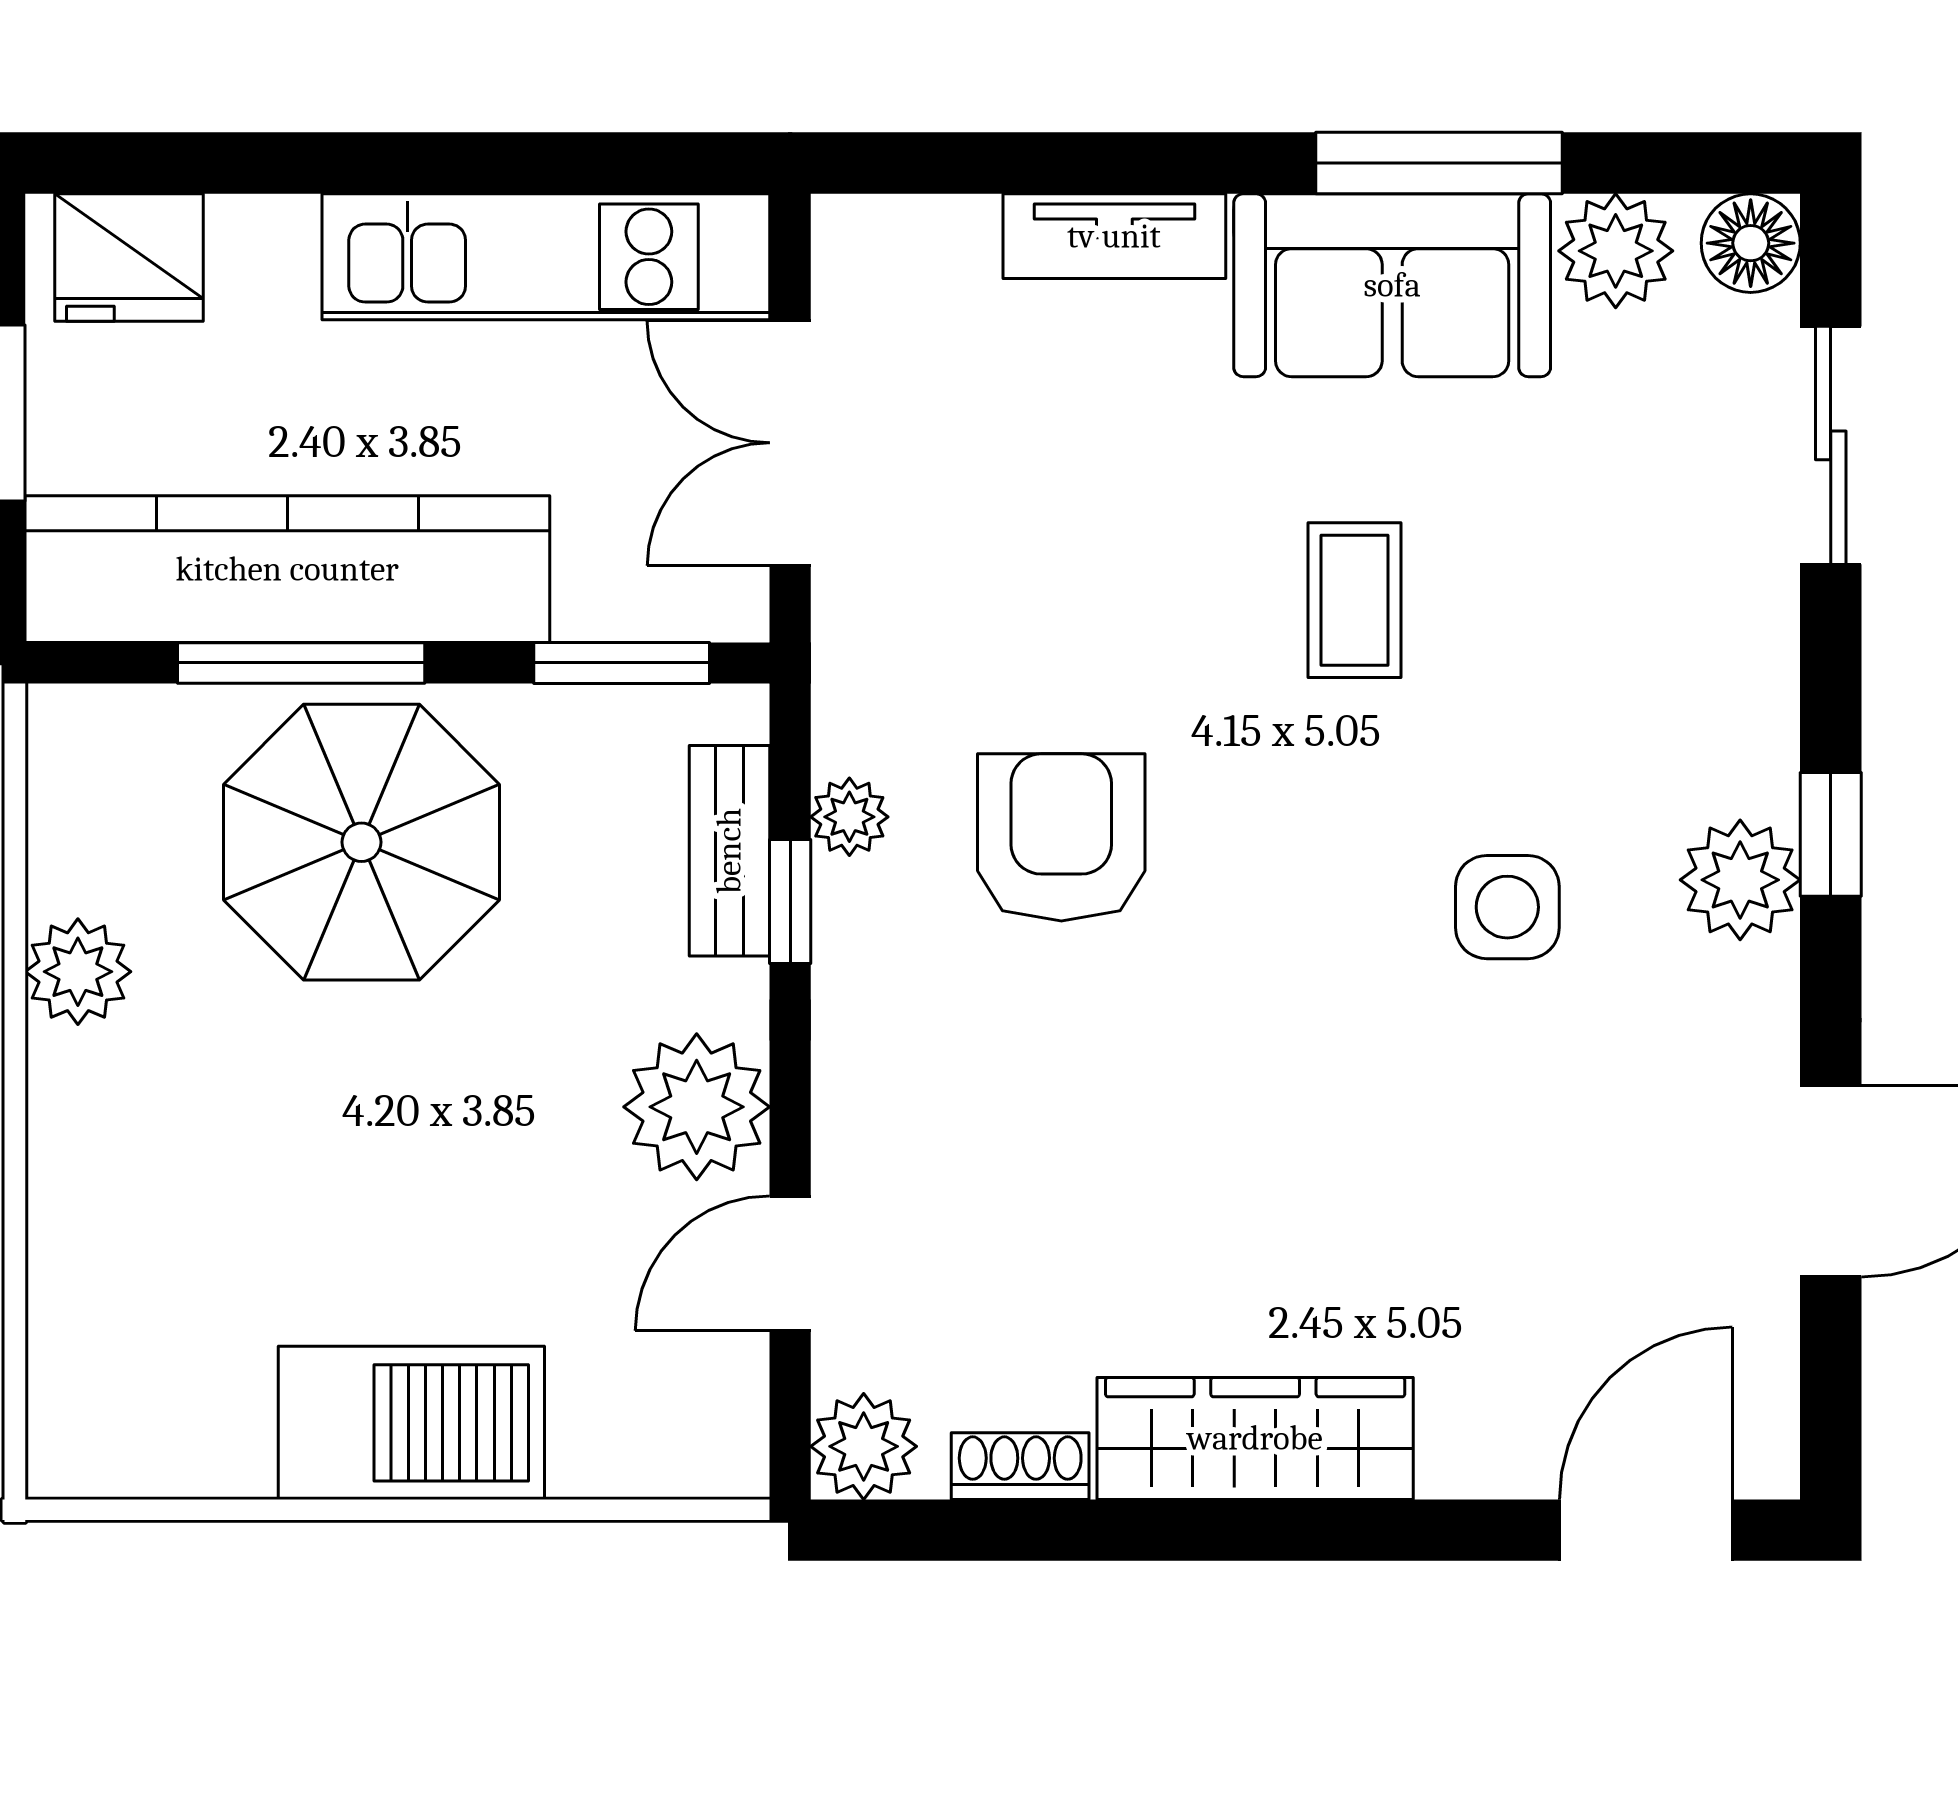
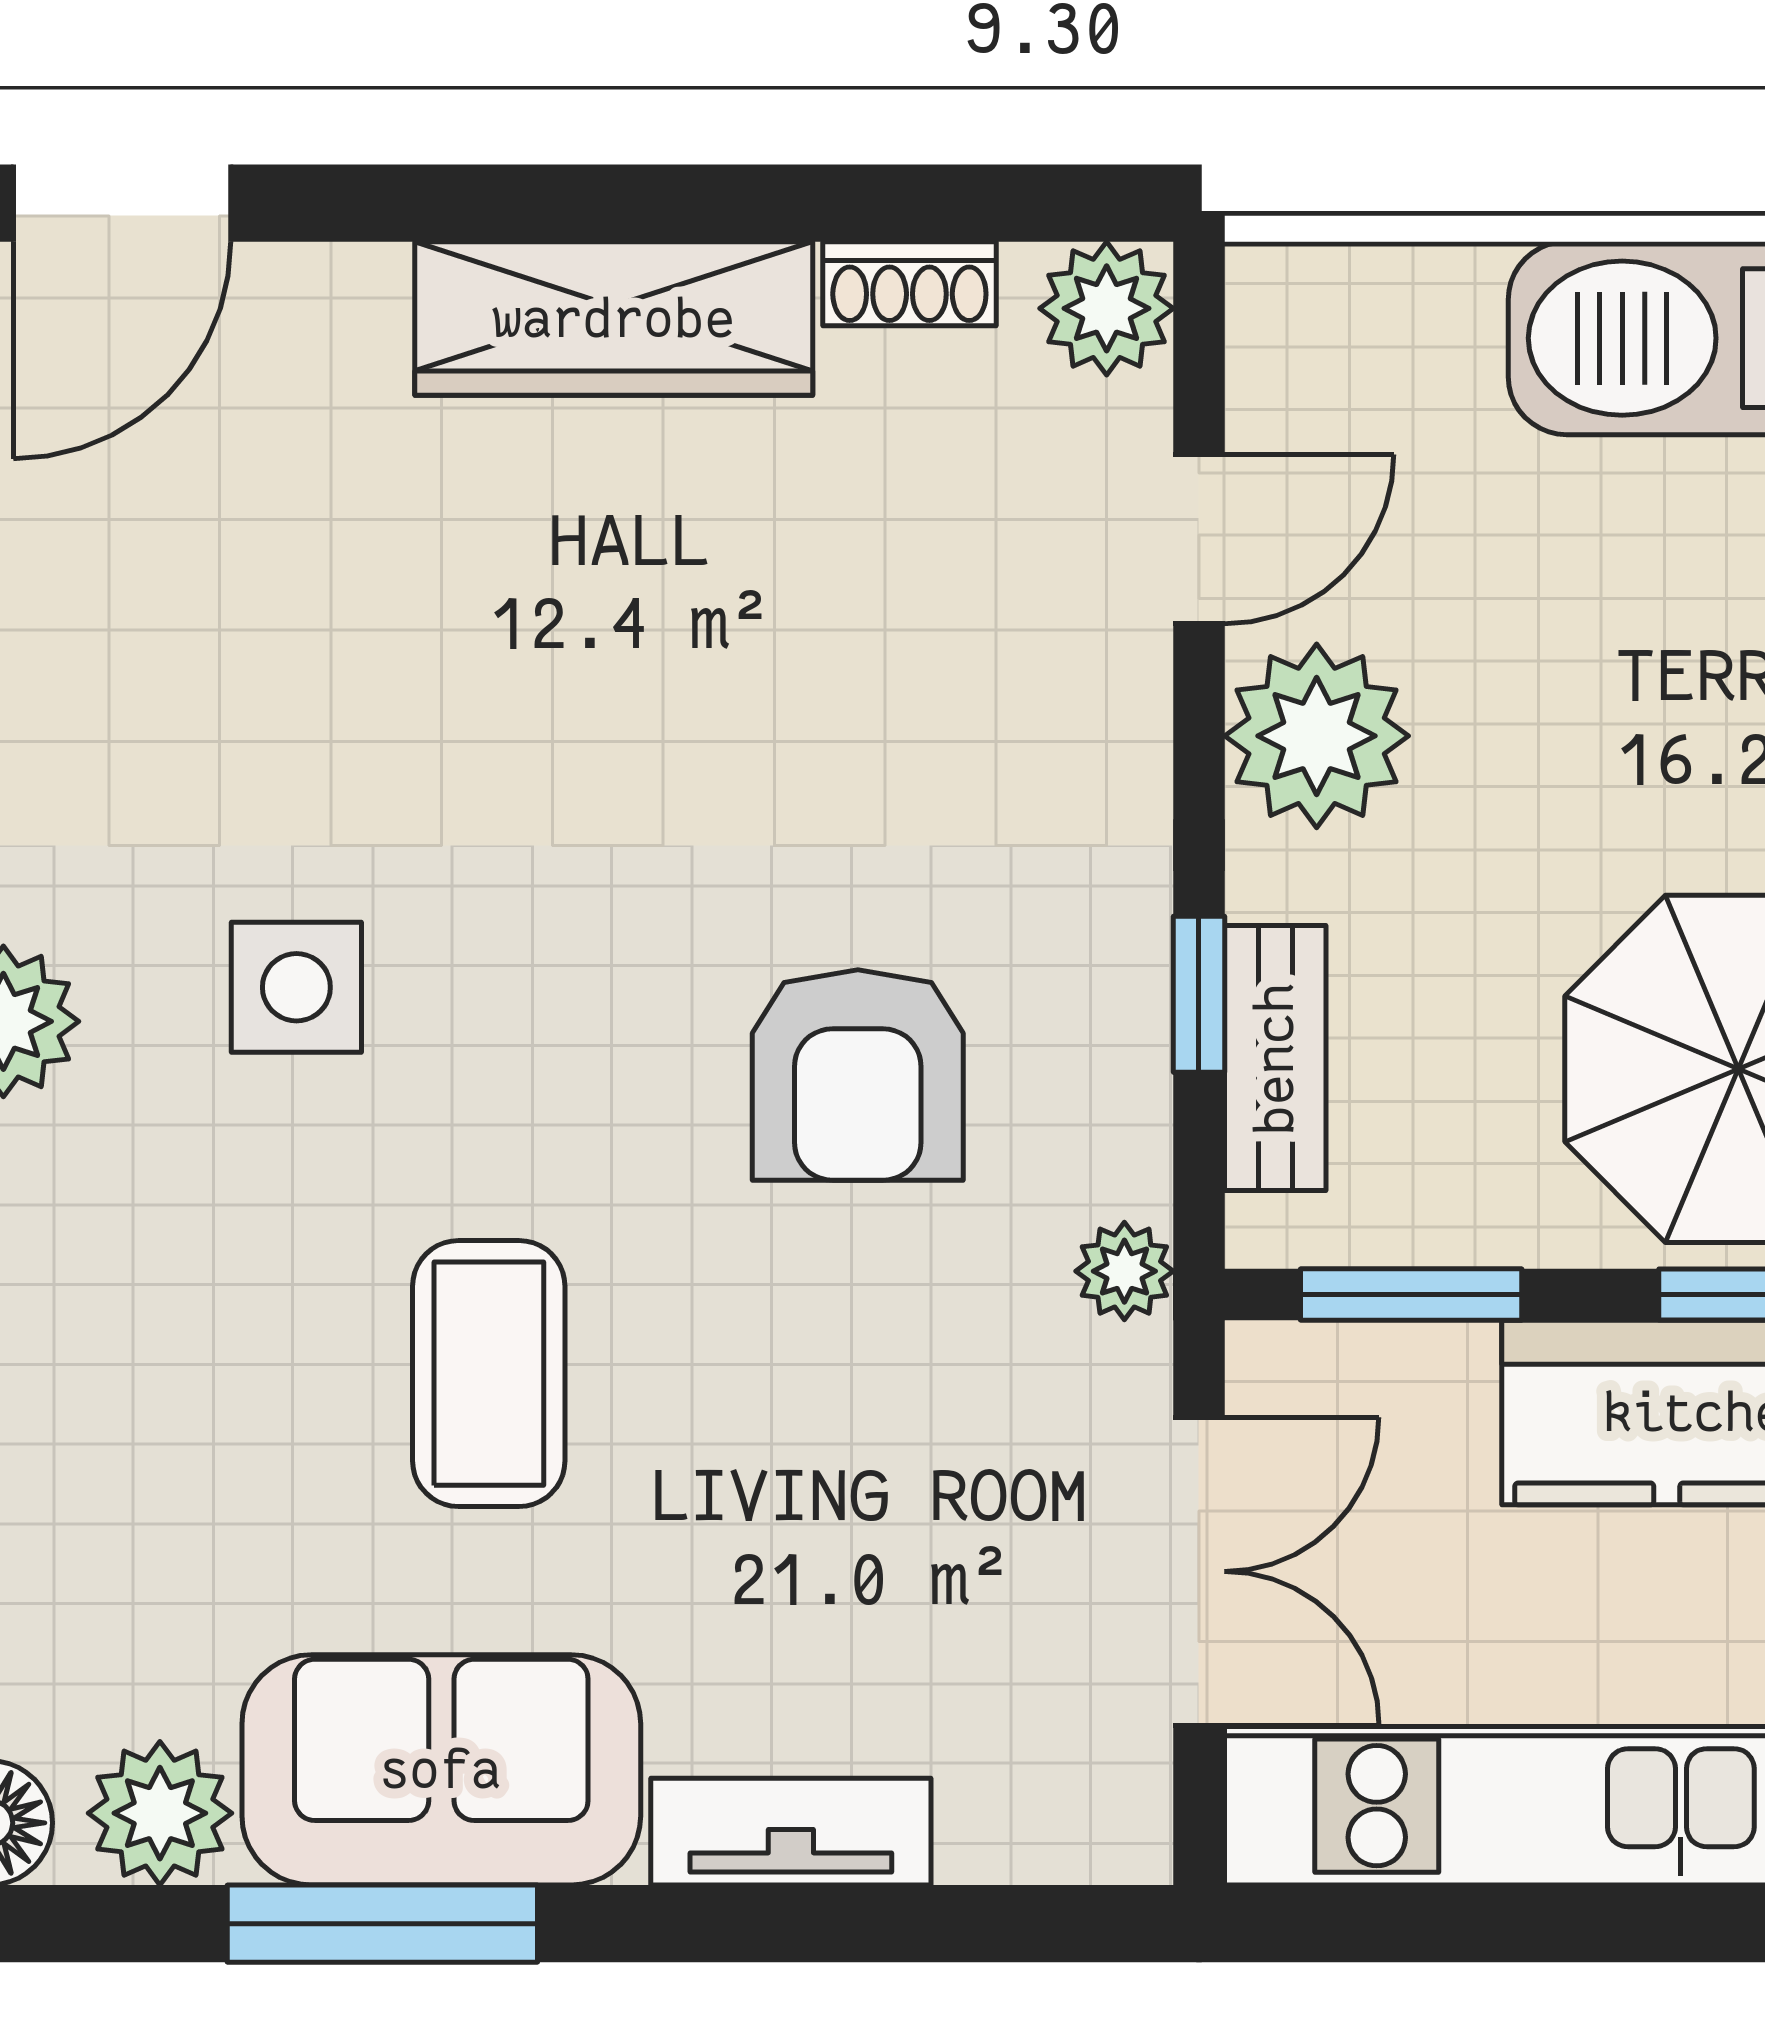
coffee table: (1354, 600) -> (489, 1374), width x1.36, depth x1.30
plant: (849, 817) -> (1124, 1271), moved

